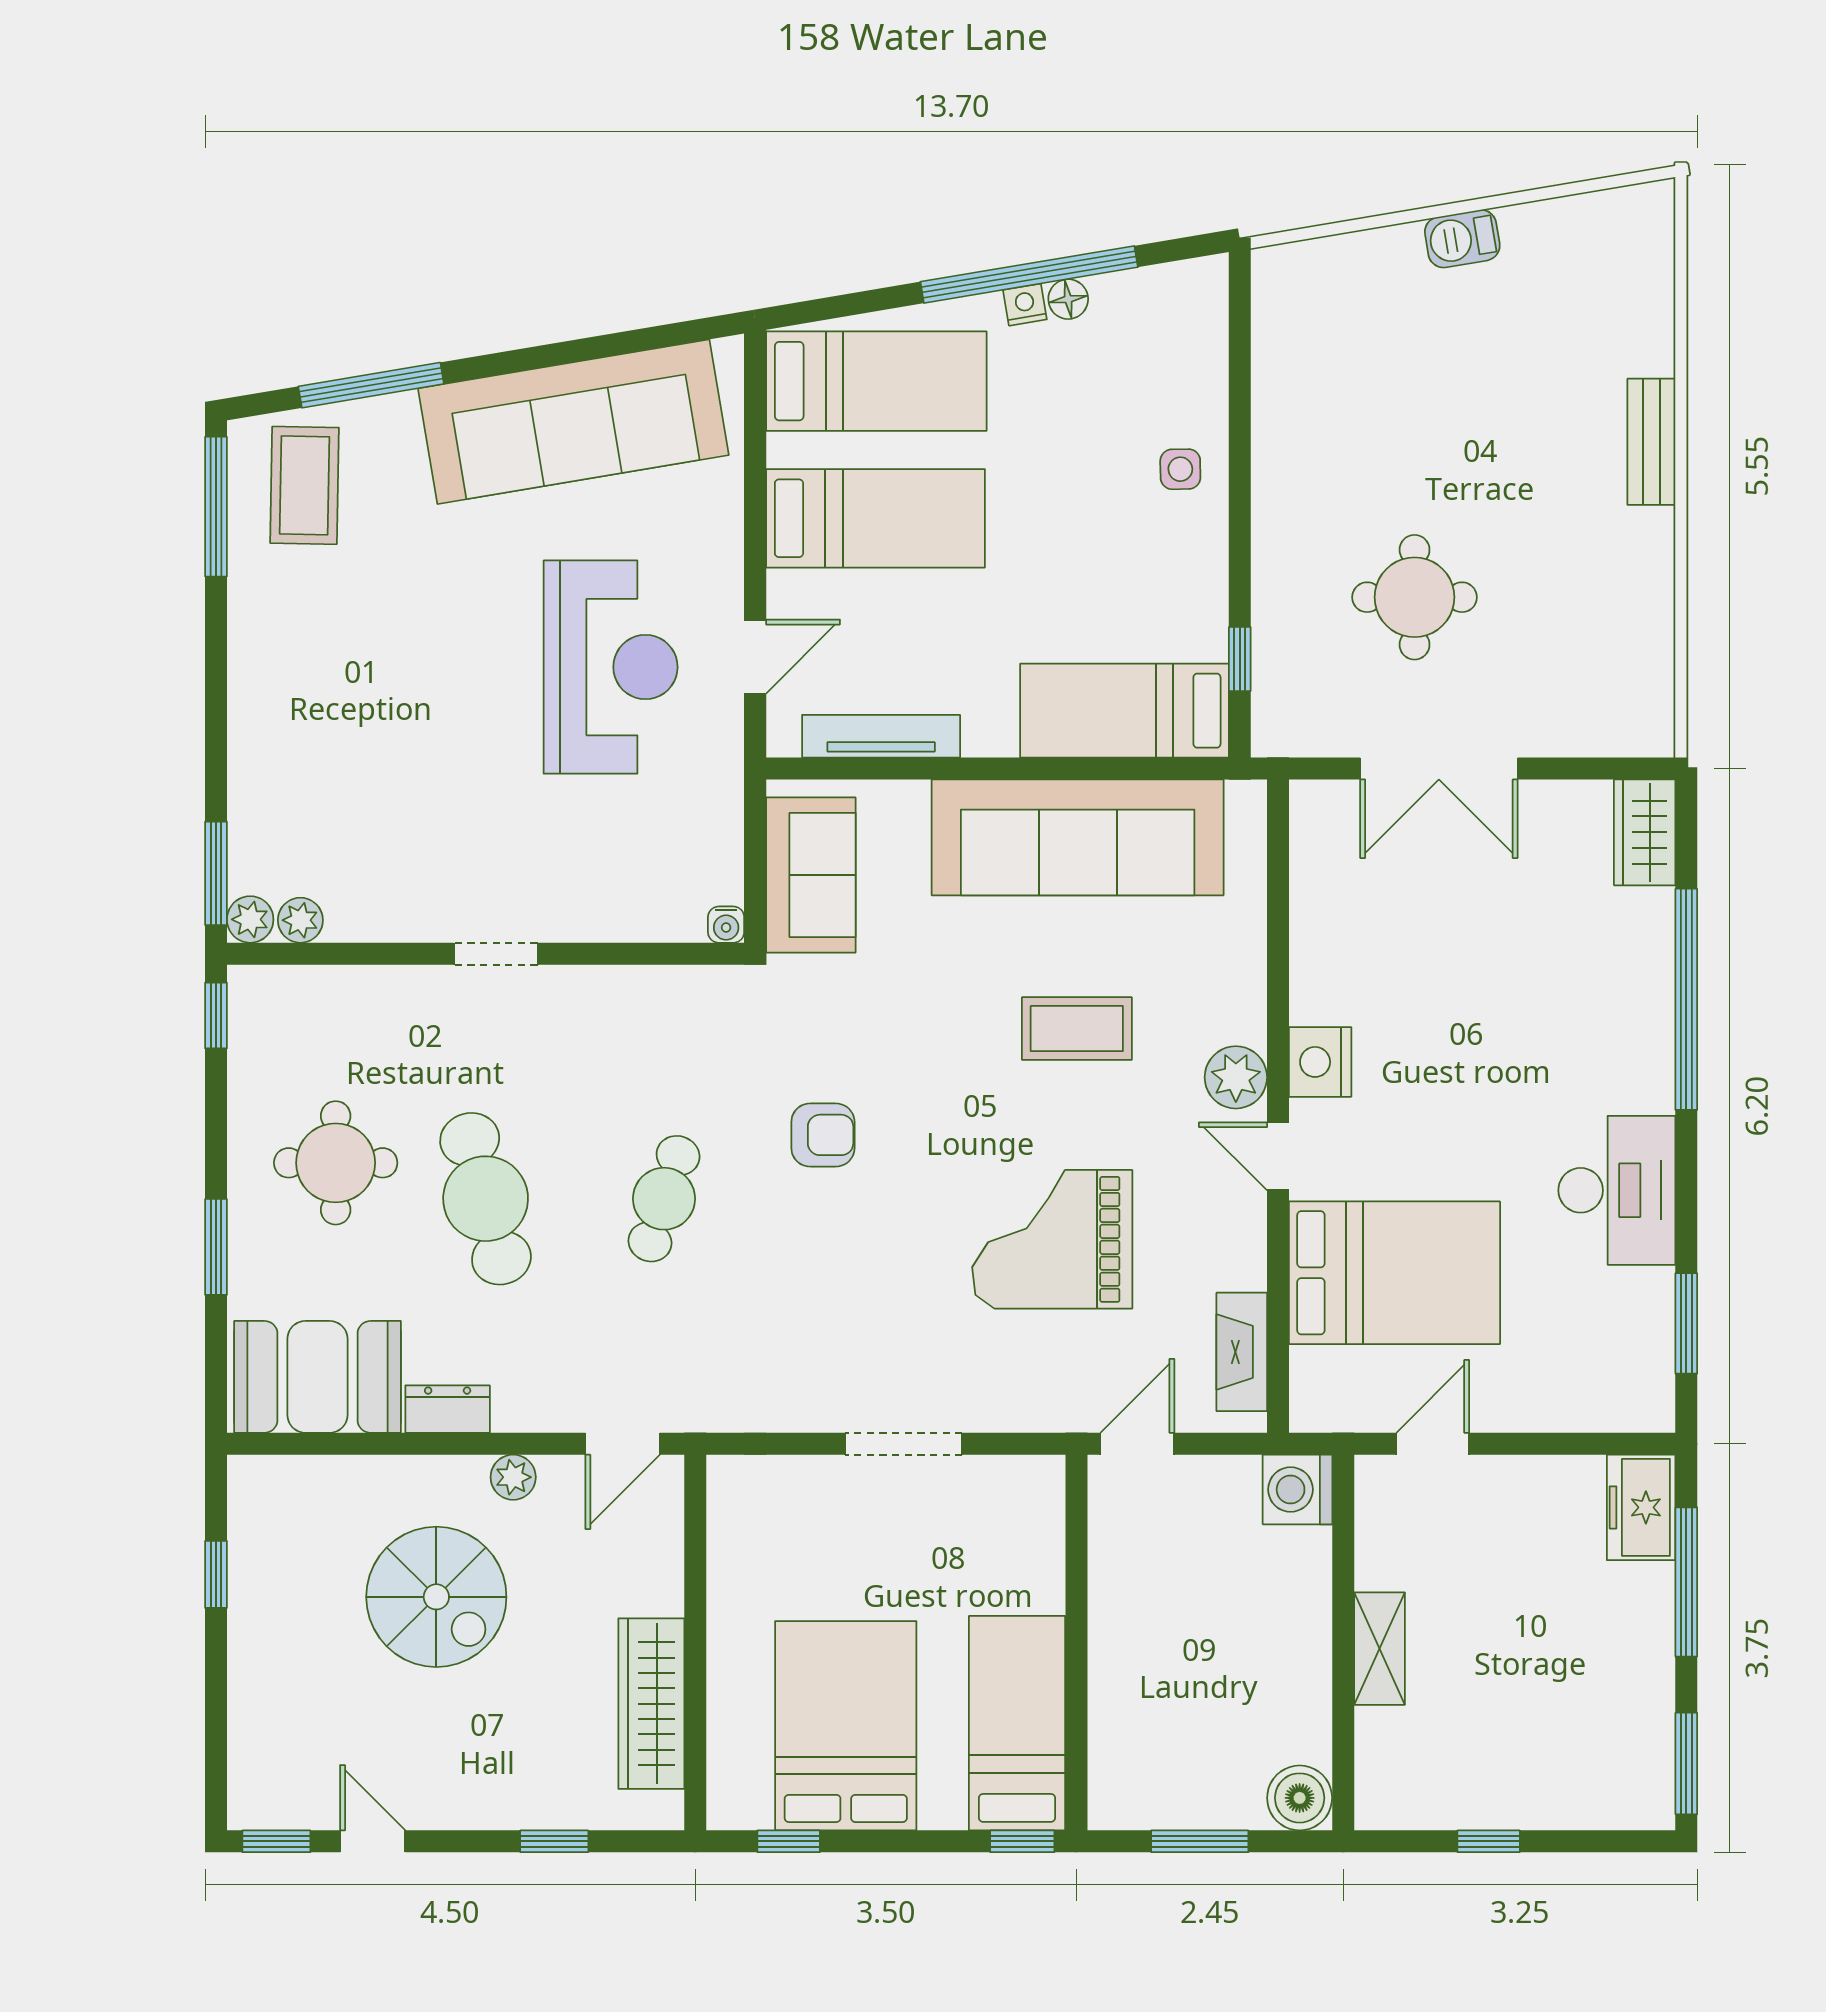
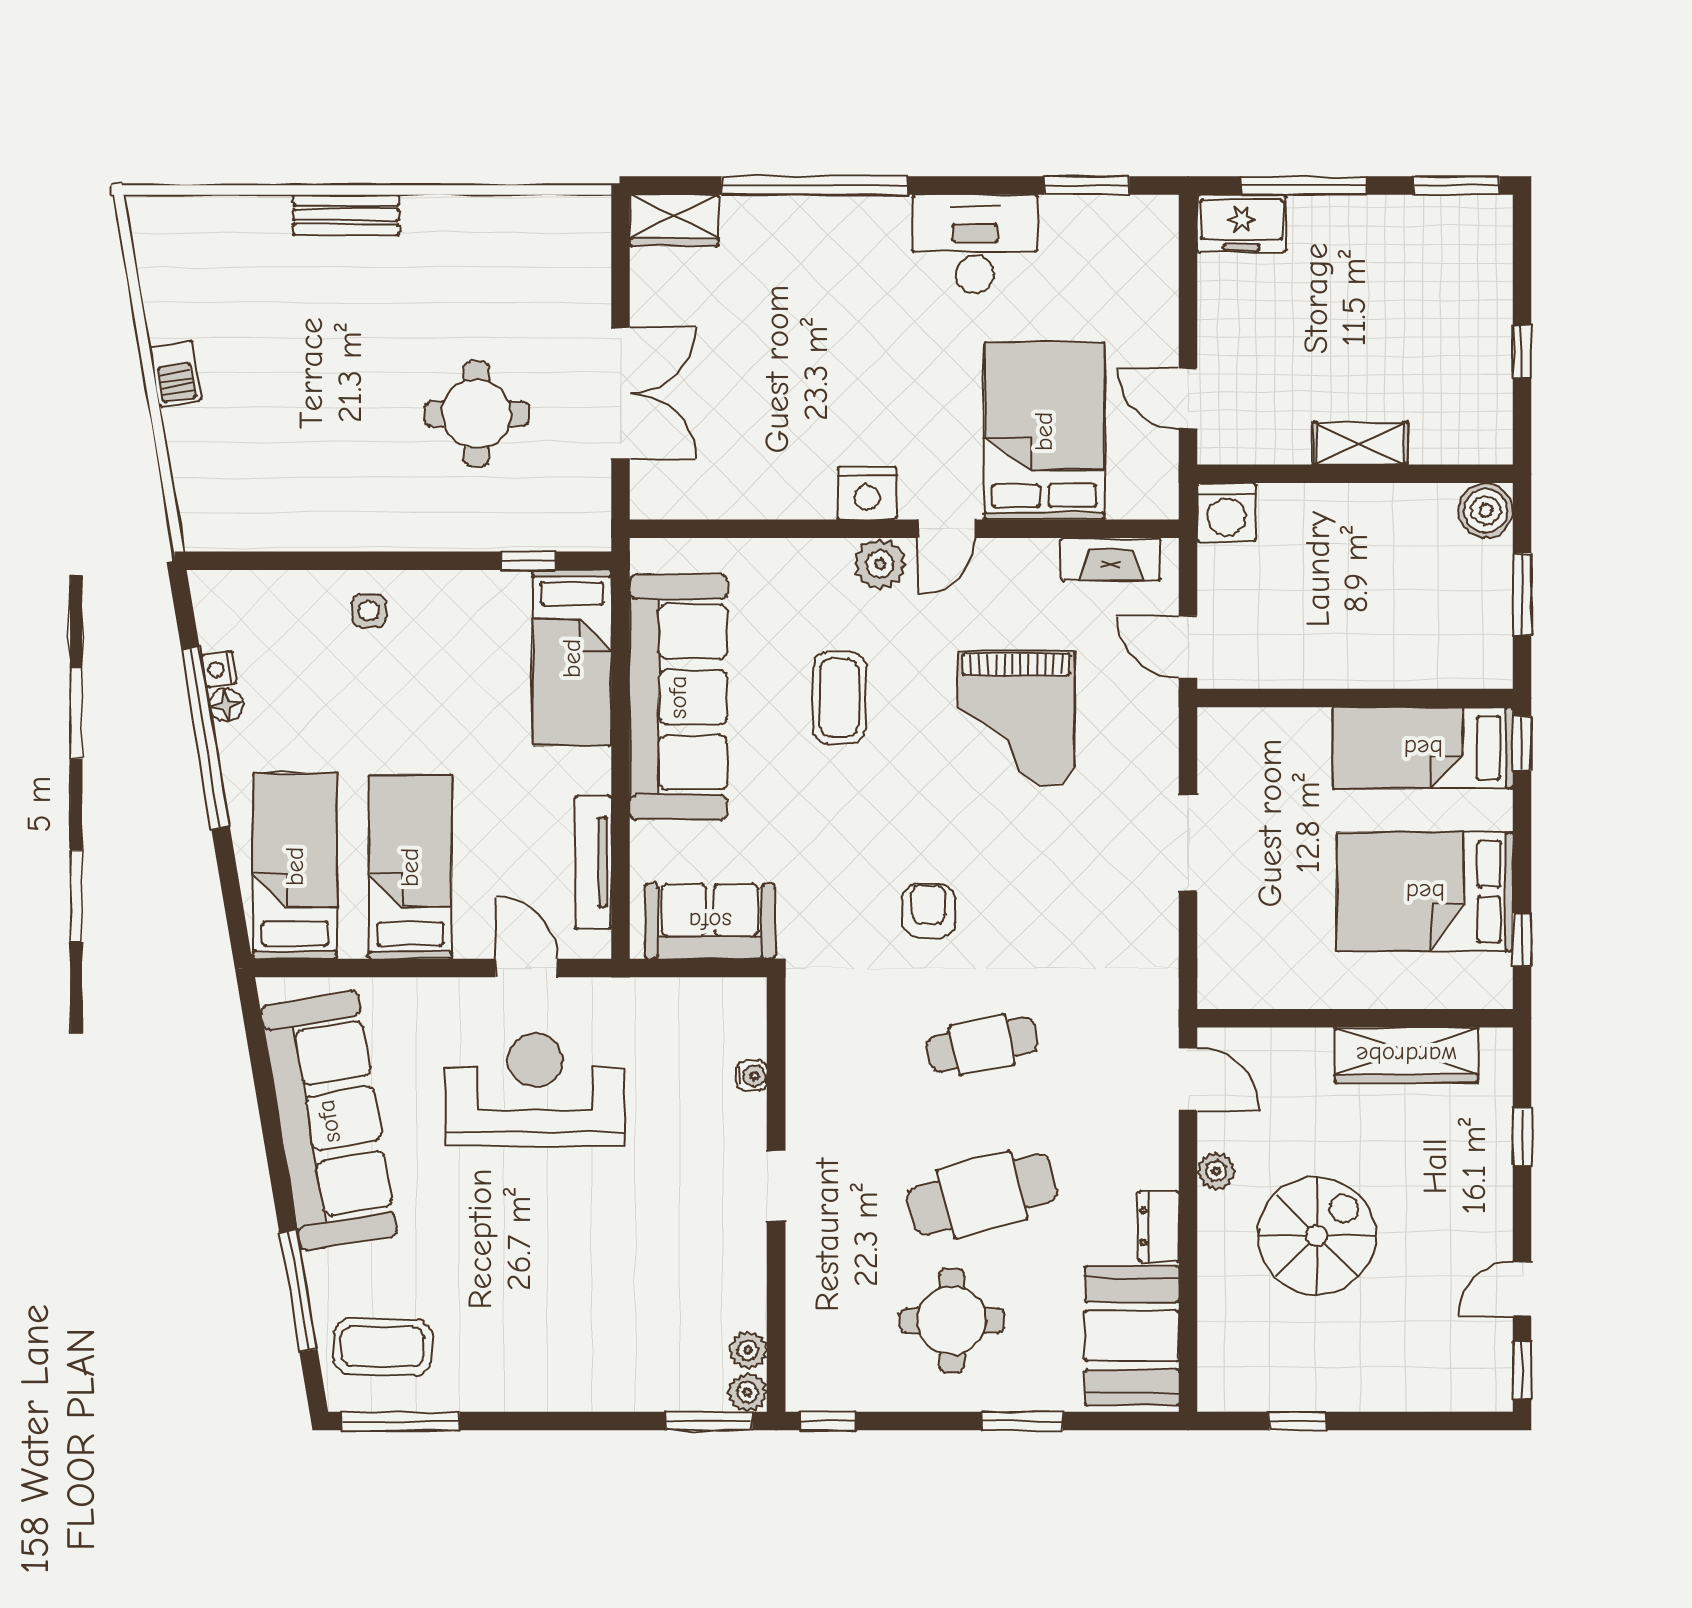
nightstand: (1025, 305) -> (219, 669), moved
water cooler: (726, 925) -> (752, 1076), moved
cafe table: (664, 1199) -> (982, 1045), turned -30

